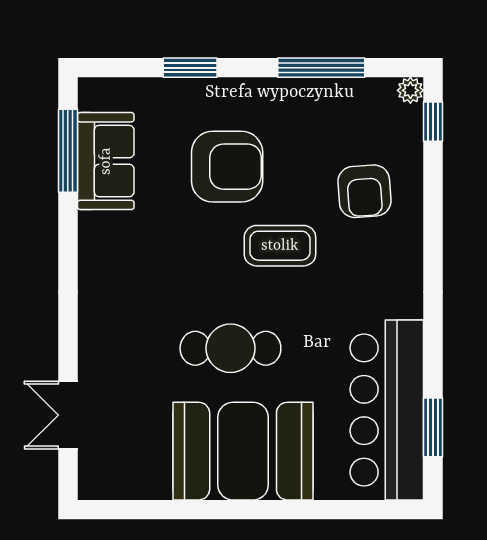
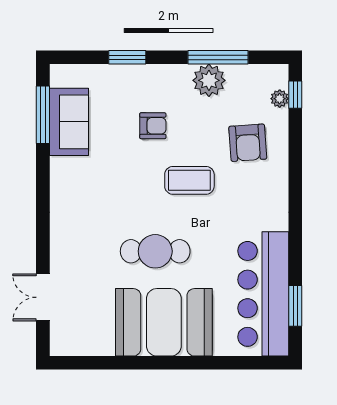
plant: (410, 90) -> (280, 99), moved
plant: (308, 101) -> (209, 80), added
armchair: (227, 167) -> (153, 126), width x0.53, depth x0.53

